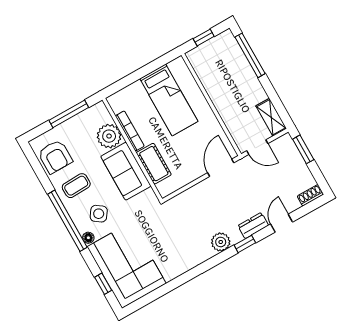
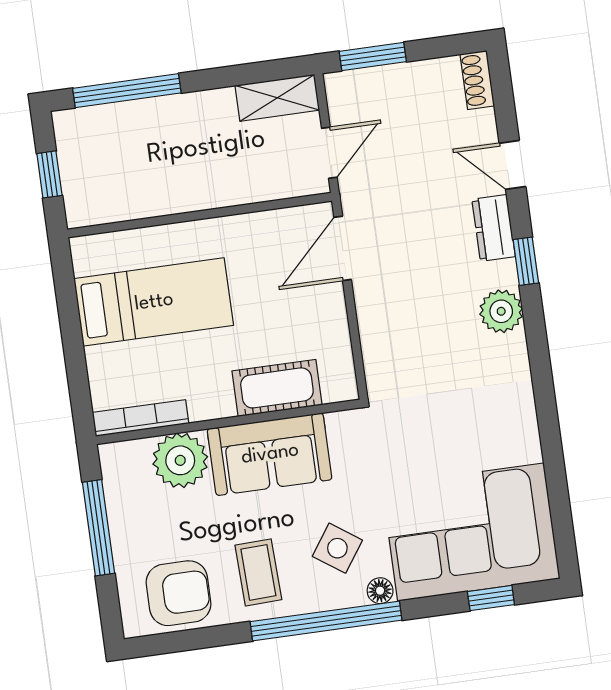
bookcase: (130, 131) -> (141, 418), moved
door: (221, 168) -> (343, 248), hinge flipped

